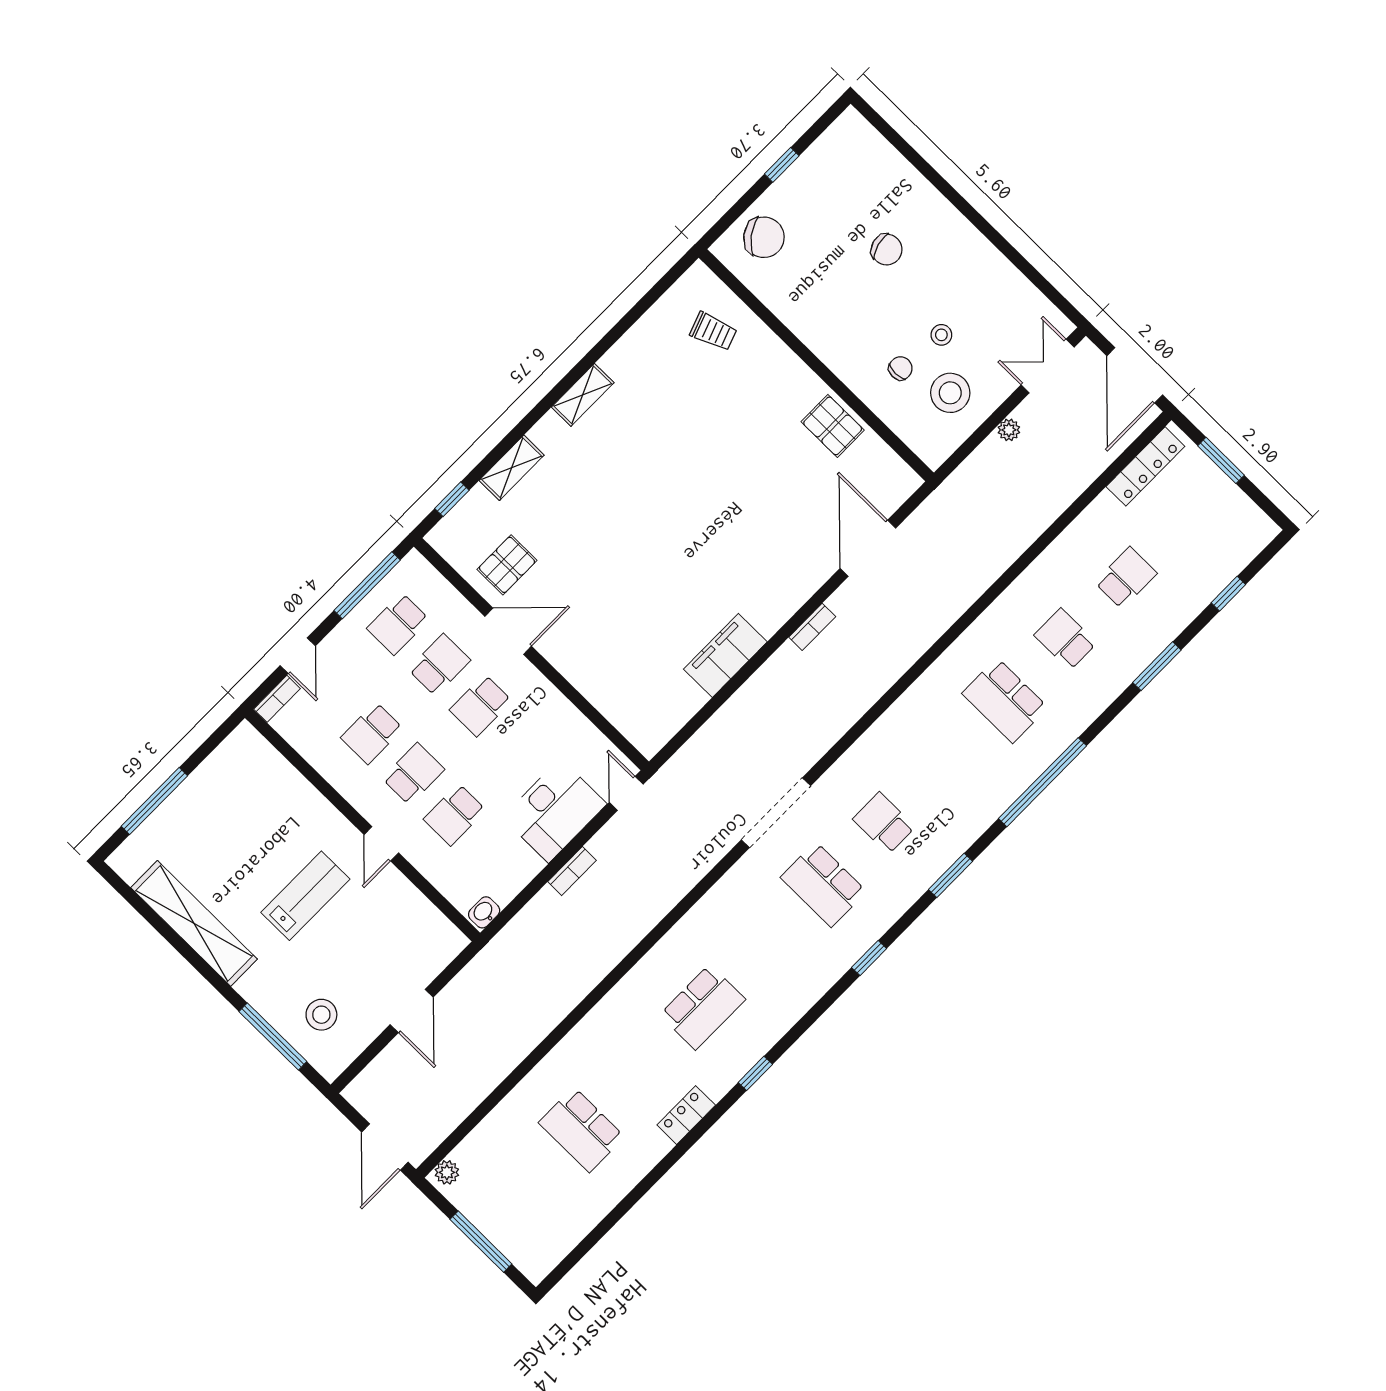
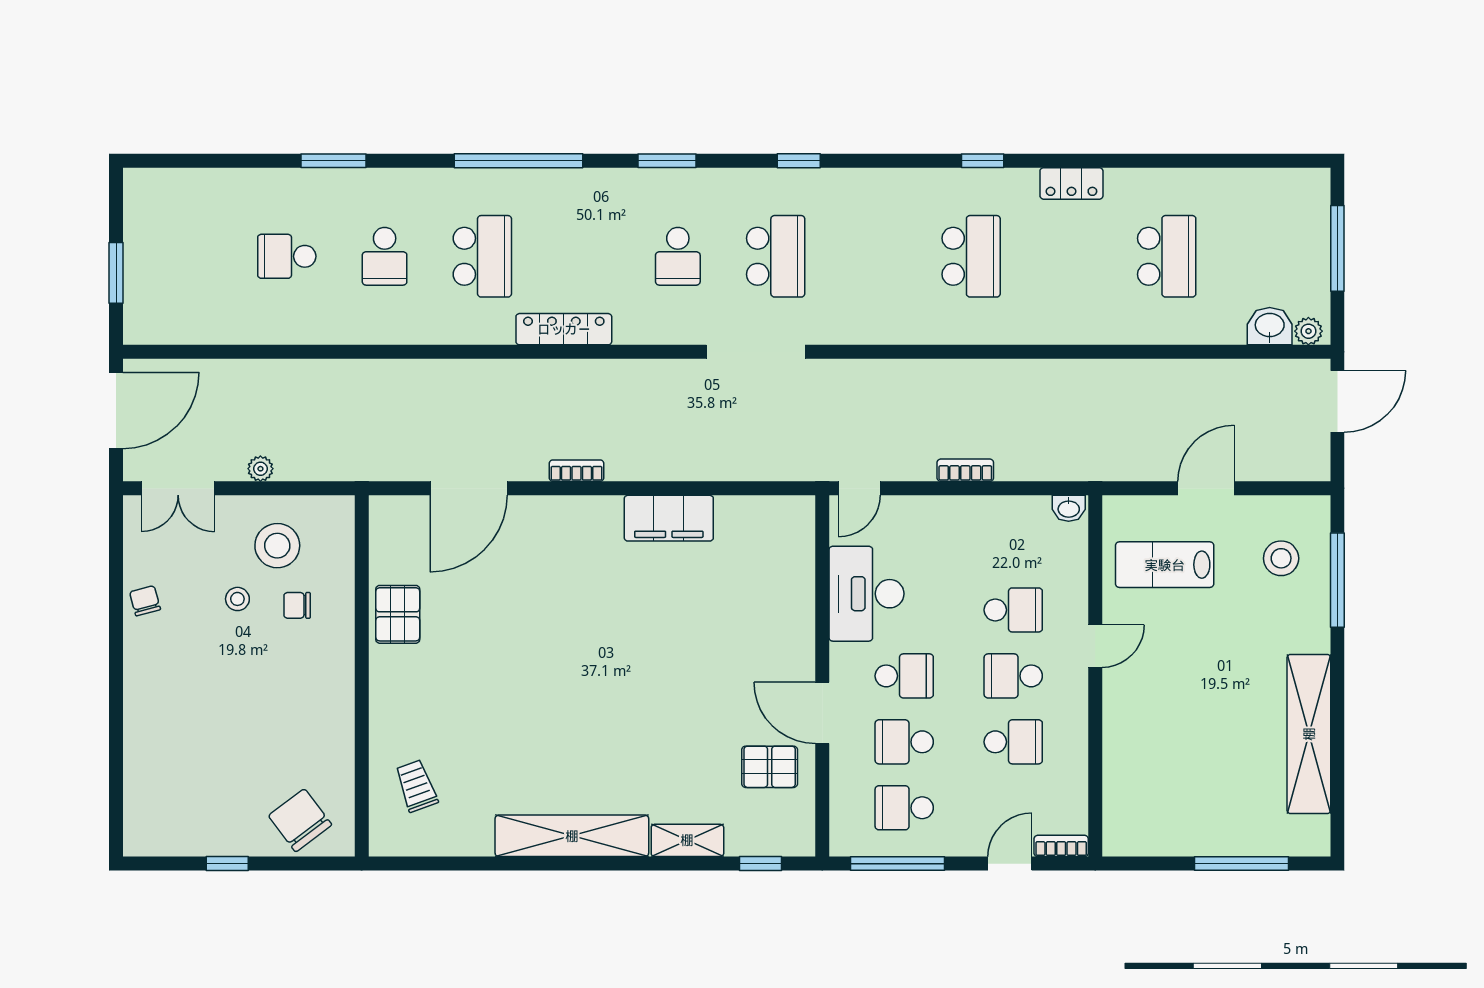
chair: (887, 250) -> (145, 601), moved, width x0.73, depth x0.73
shelving: (583, 395) -> (572, 836), width x2.20, depth x1.33
locker: (1145, 466) -> (564, 329), moved
window: (1228, 594) -> (218, 161), removed
school desk: (398, 624) -> (904, 808), turned 180
desk: (555, 811) -> (866, 594), moved, turned -90
lab bench: (305, 896) -> (1165, 565), moved
school desk: (703, 1007) -> (971, 256), turned 90
washbasin: (474, 1151) -> (1270, 326), added

